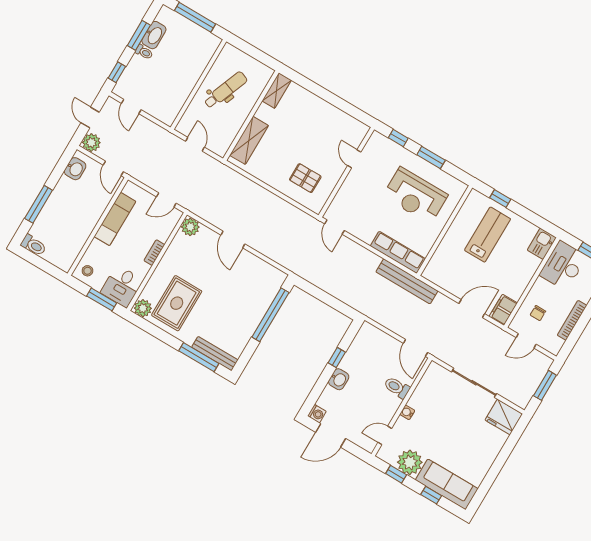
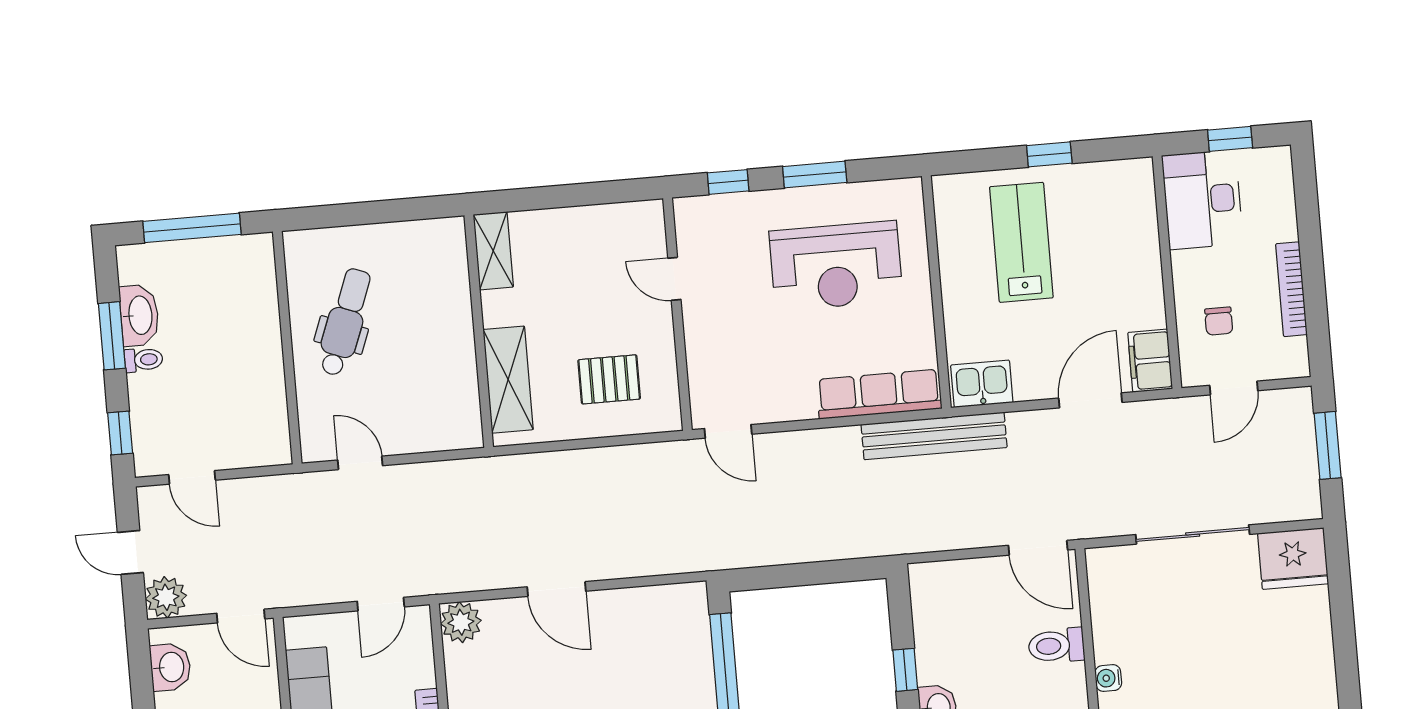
shelving: (277, 91) -> (493, 251), moved
wall: (251, 116) -> (479, 331), moved
shelving: (249, 140) -> (508, 380), moved
window: (500, 199) -> (1049, 154), moved
kitchen sink: (542, 244) -> (982, 384), moved, turned 90

